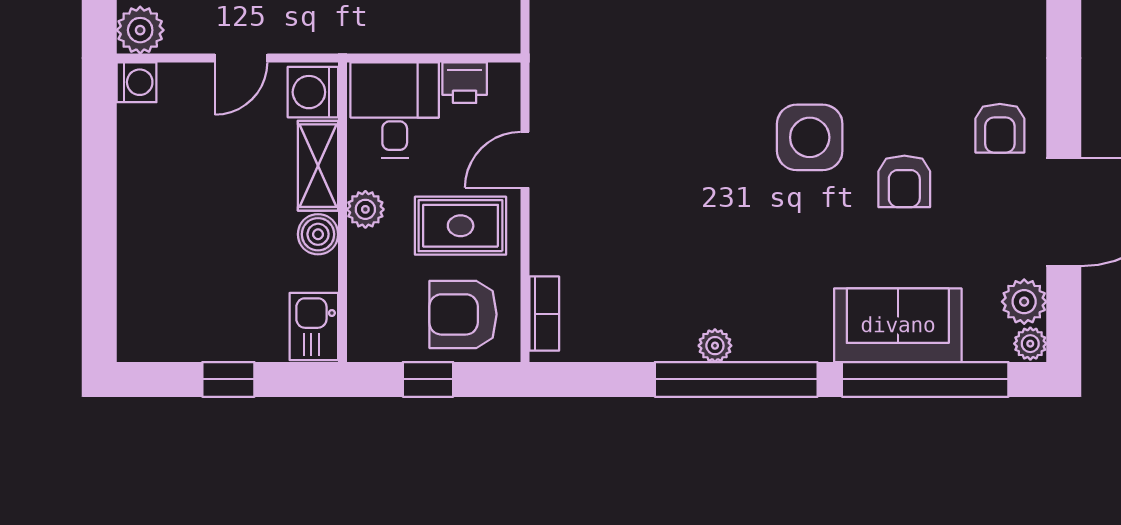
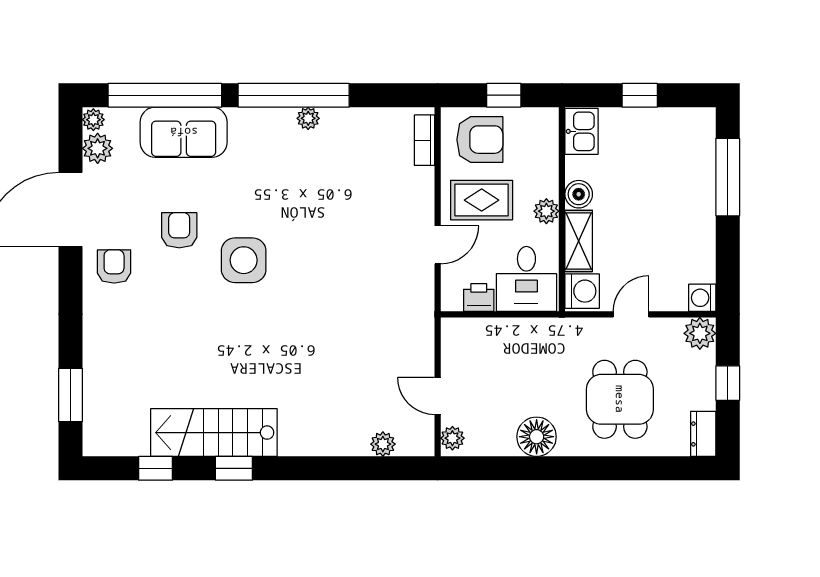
window: (99, 259) -> (728, 177), added

